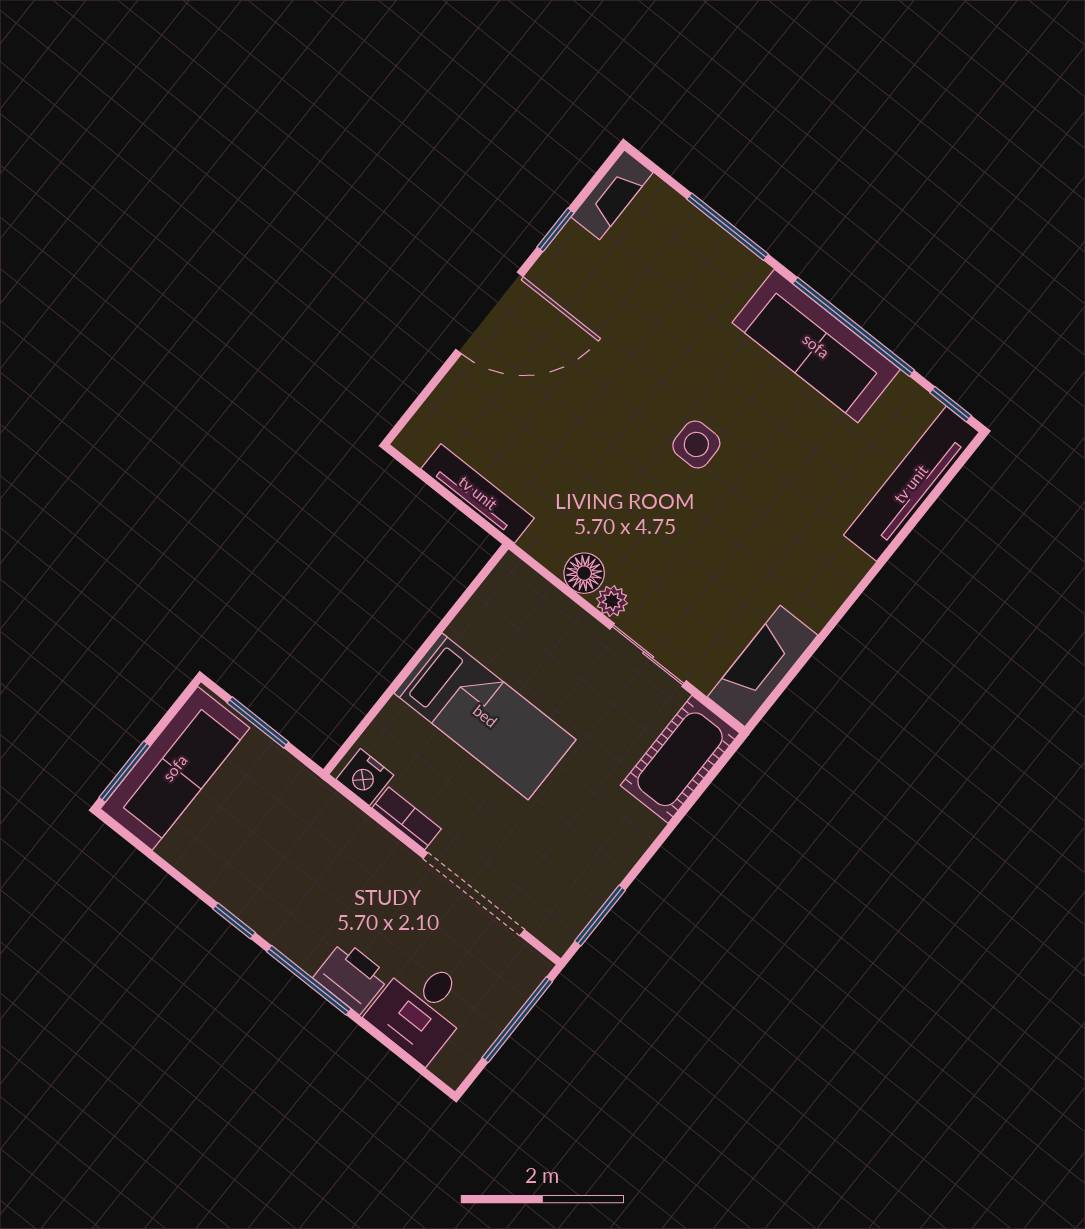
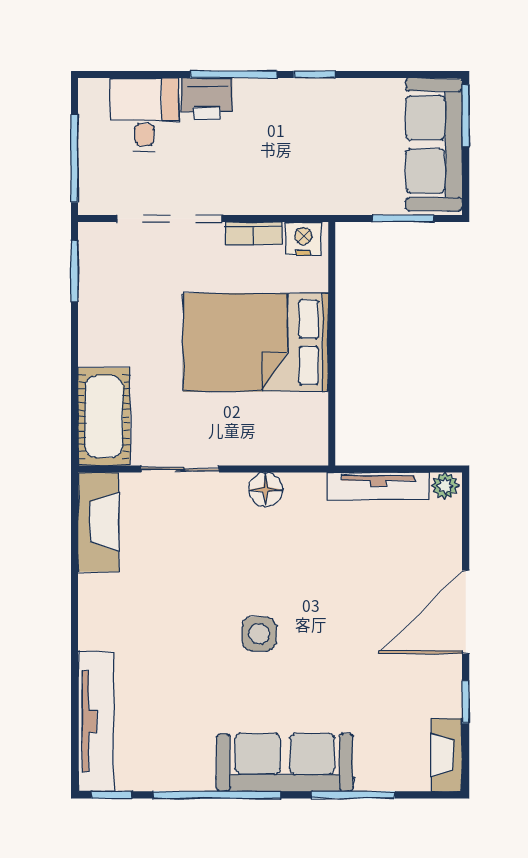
sofa: (816, 346) -> (285, 762), moved
plant: (612, 601) -> (445, 486), moved
bed: (485, 716) -> (256, 342), width x1.50

